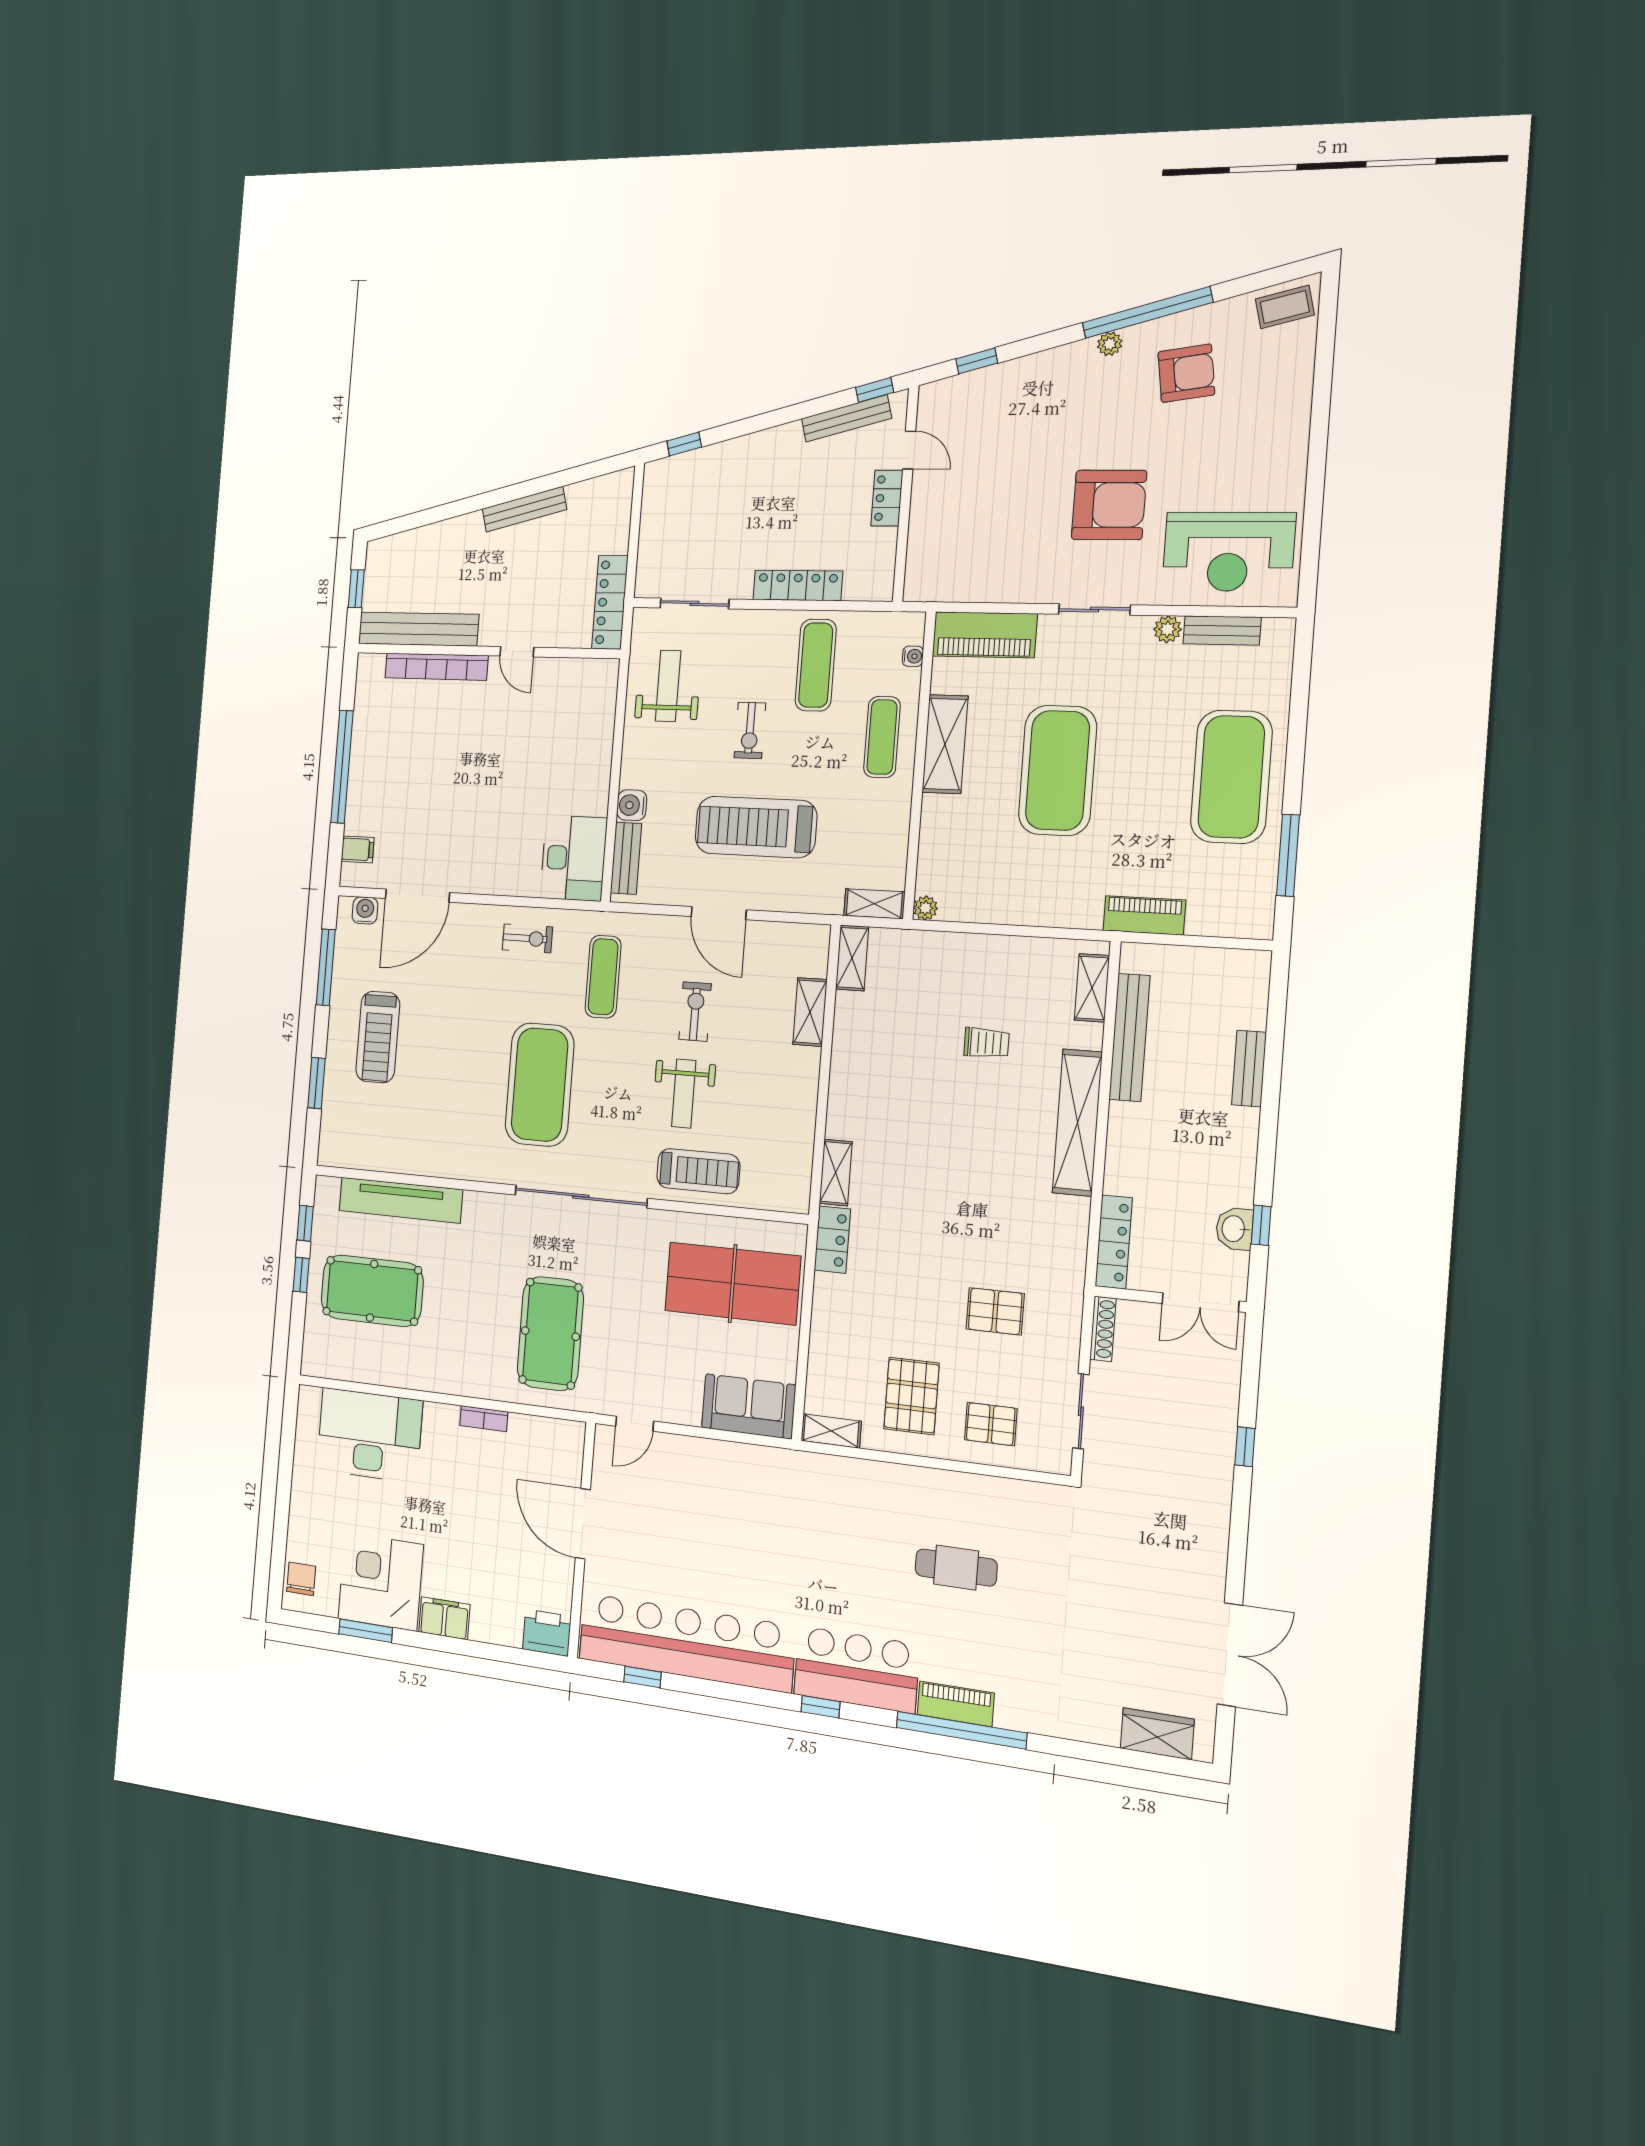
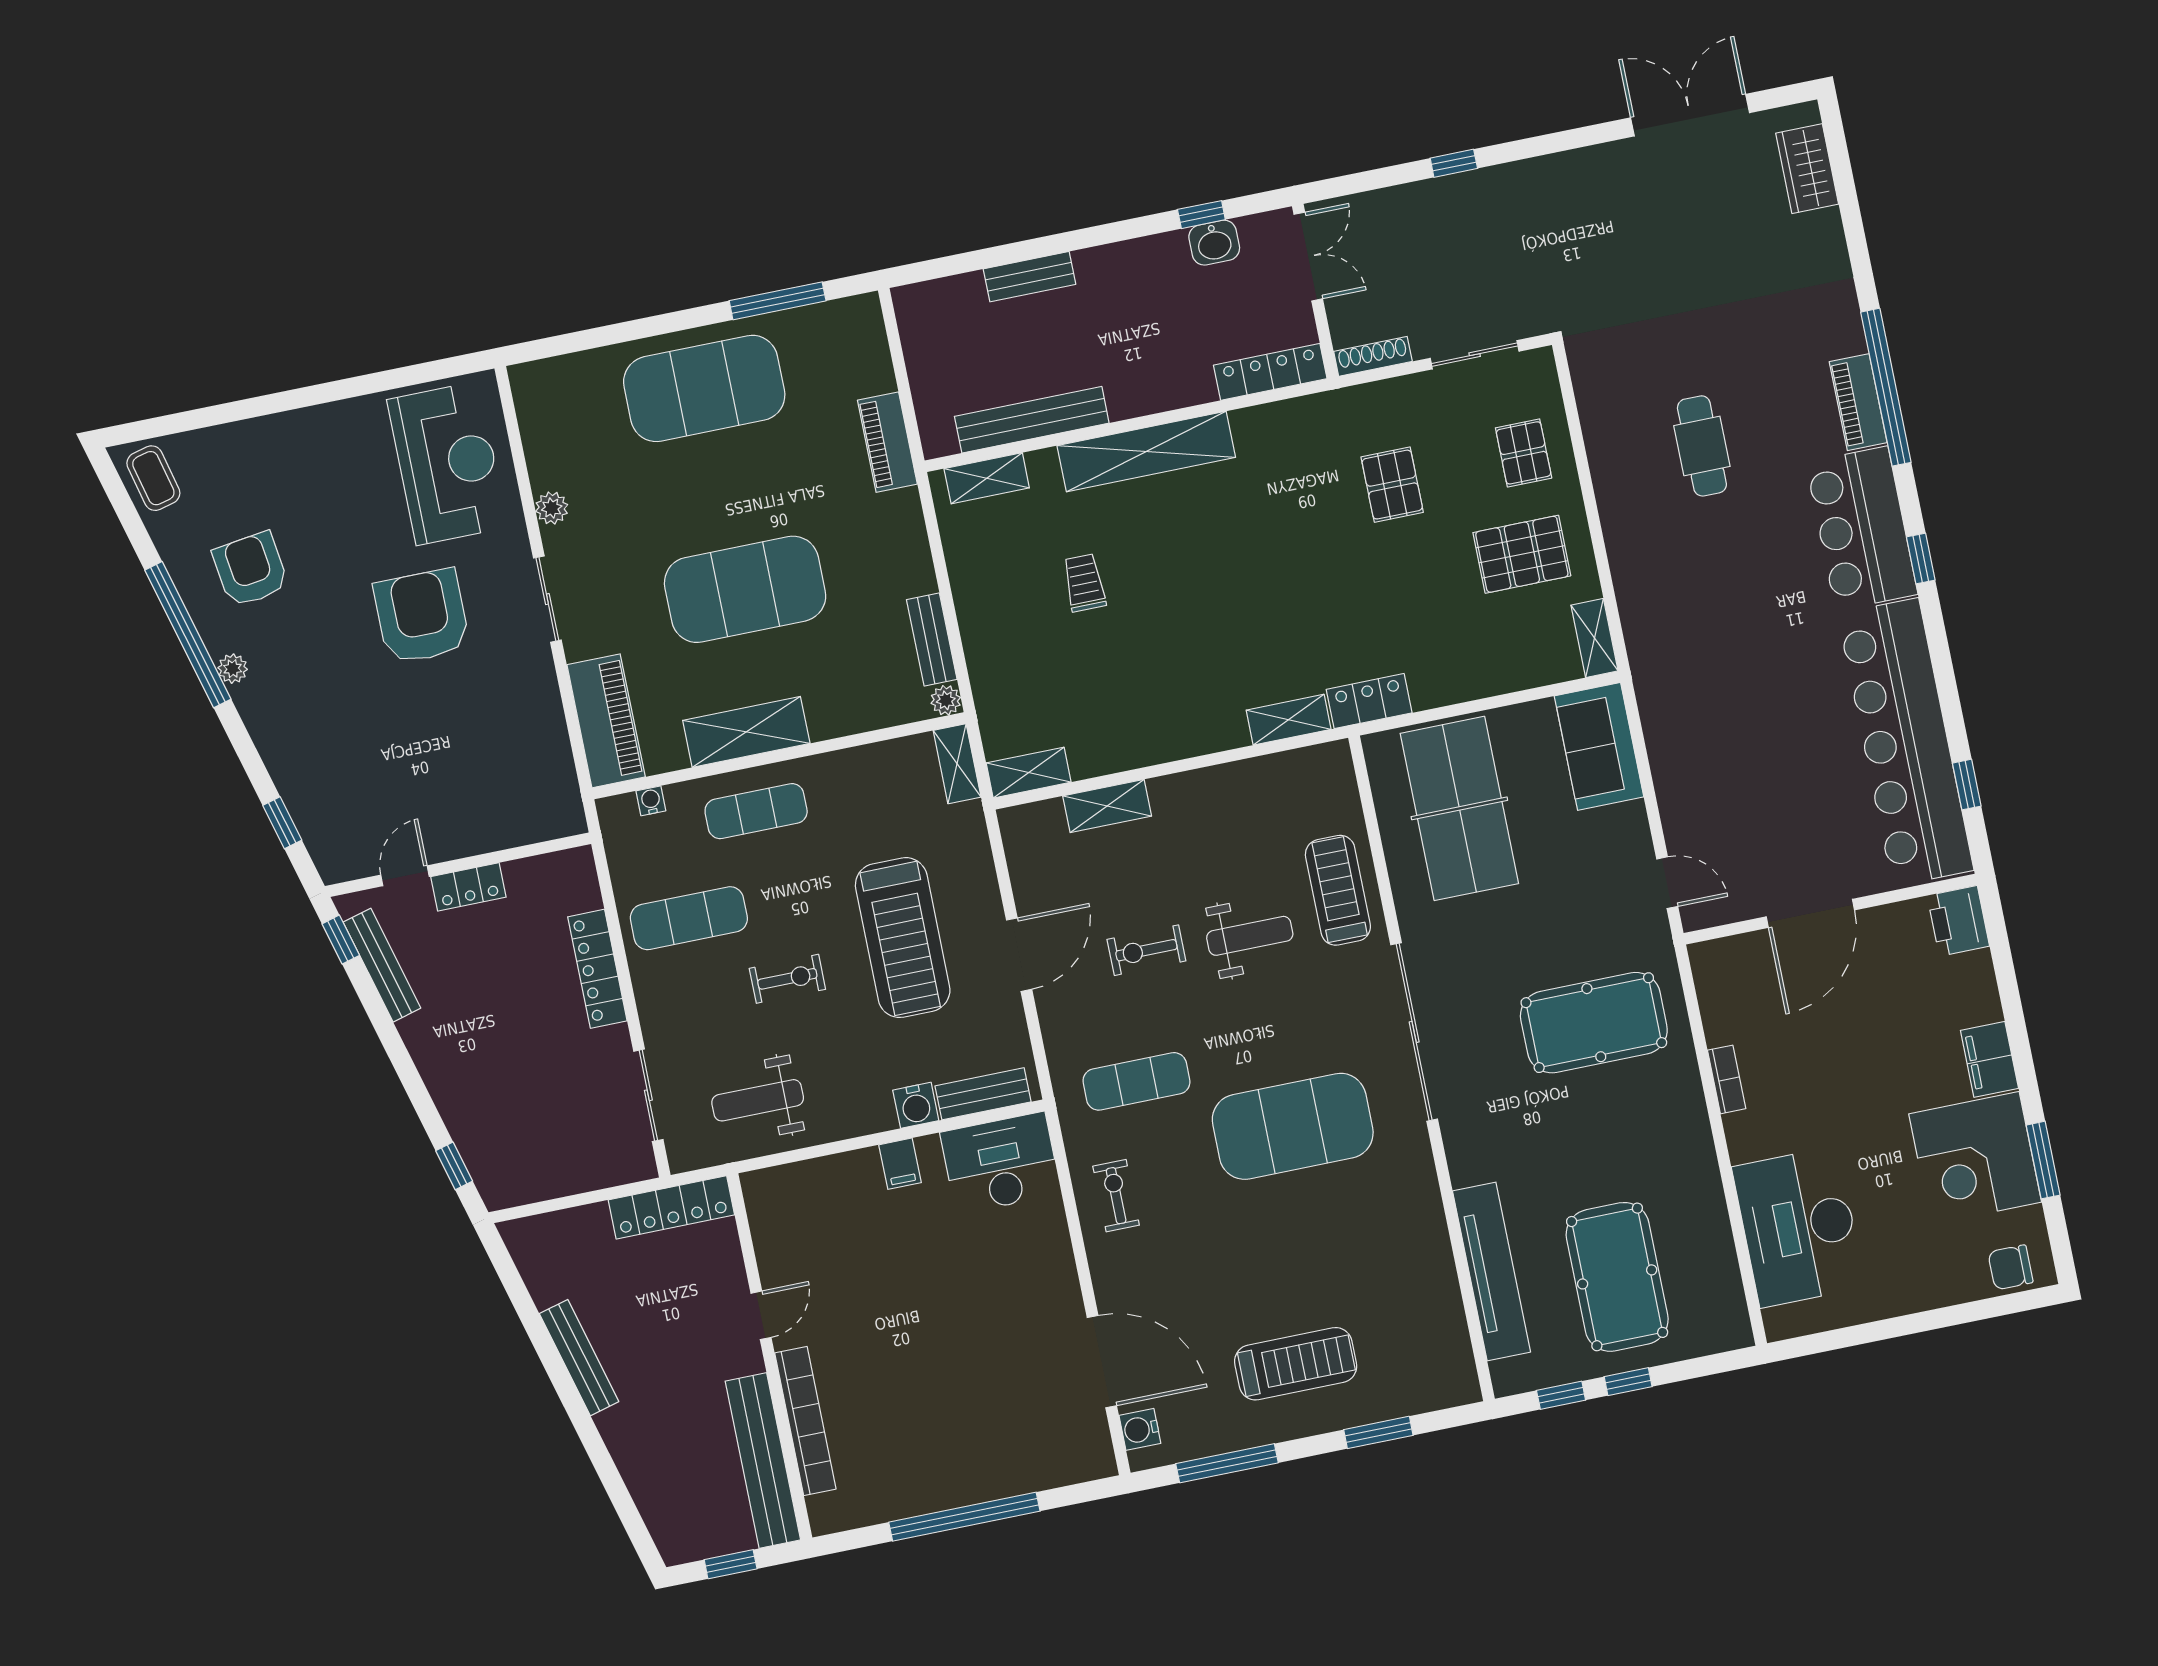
bench: (1222, 631) -> (932, 639), moved
filing cabinet: (358, 849) -> (900, 1164), moved, turned 180

